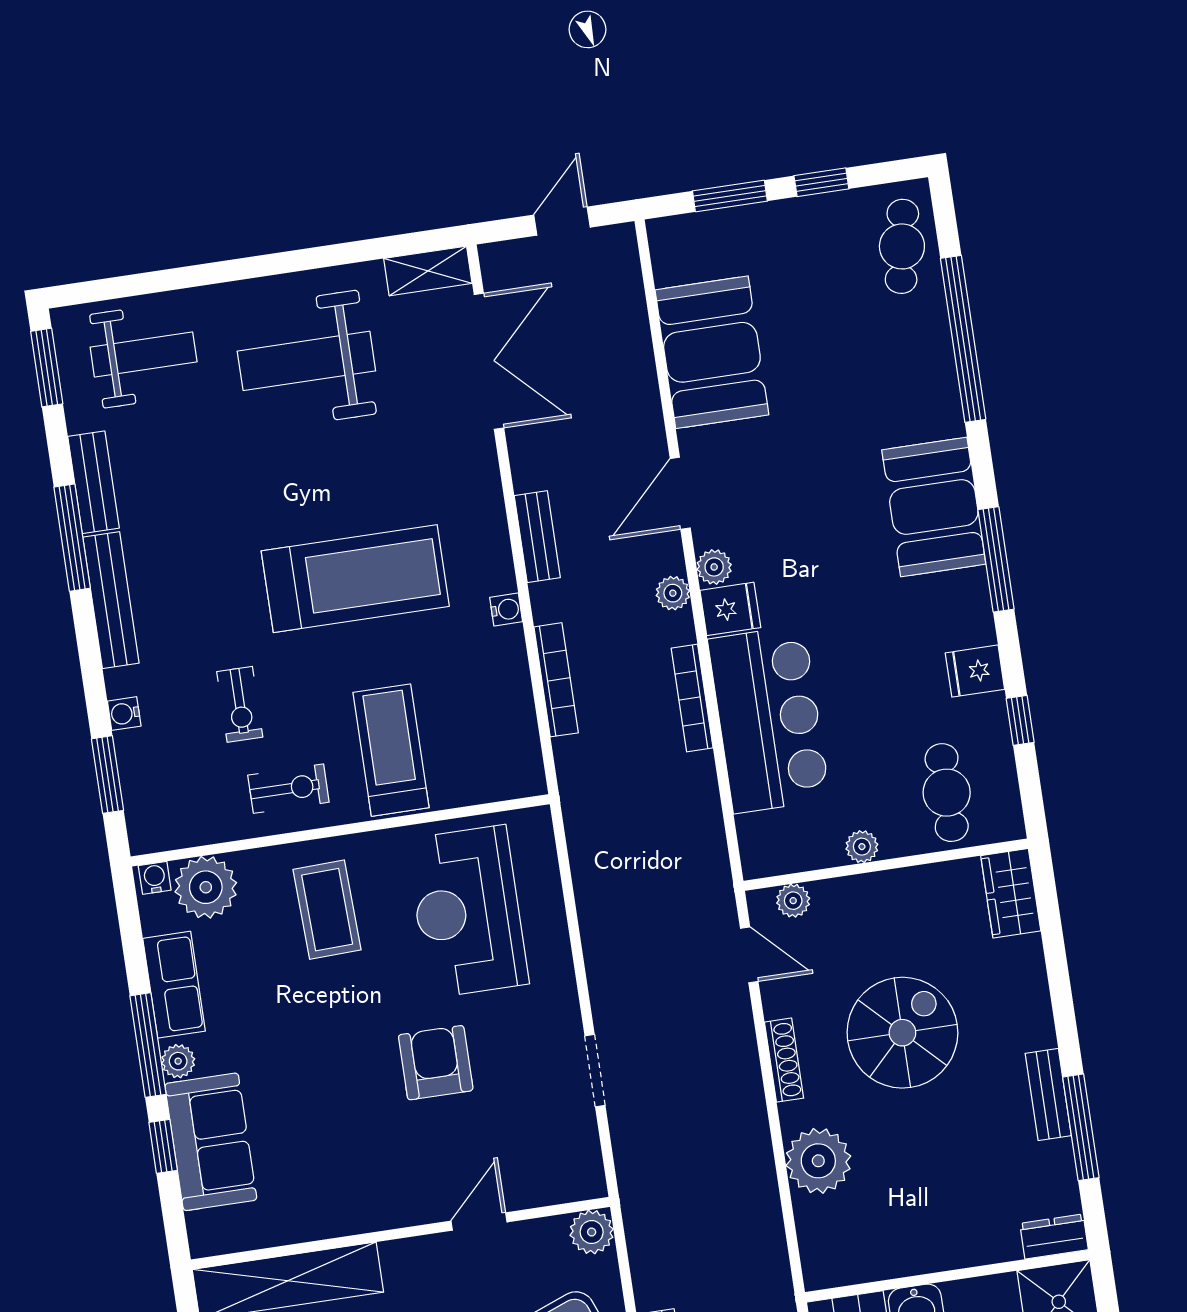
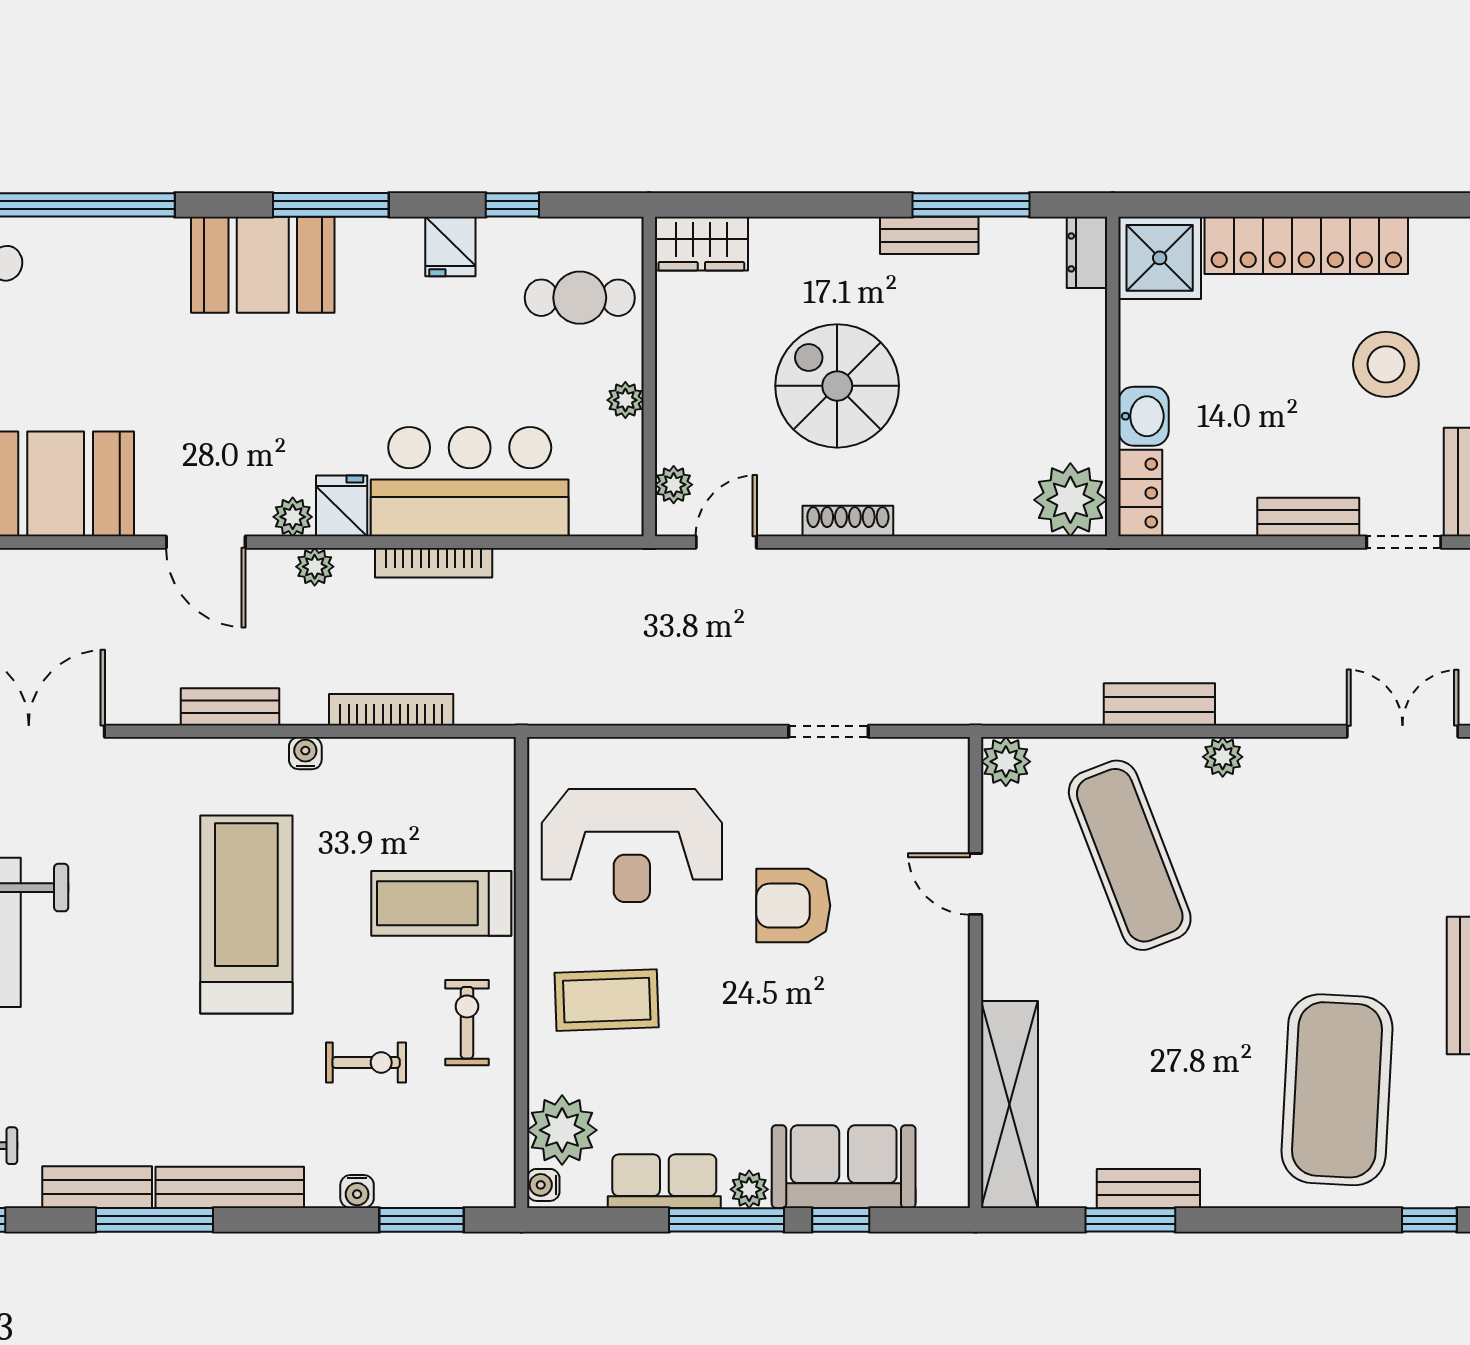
plant: (818, 1161) -> (1070, 500), moved

